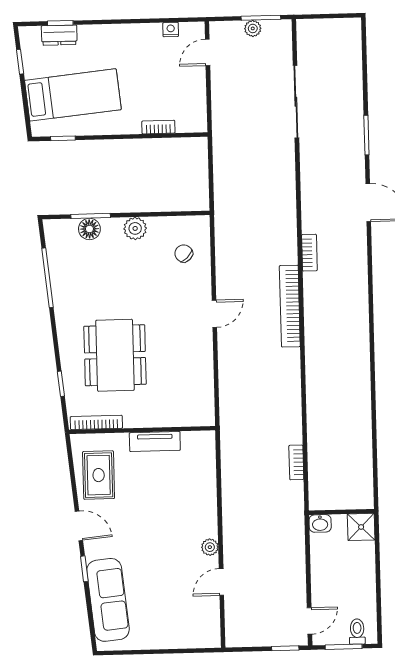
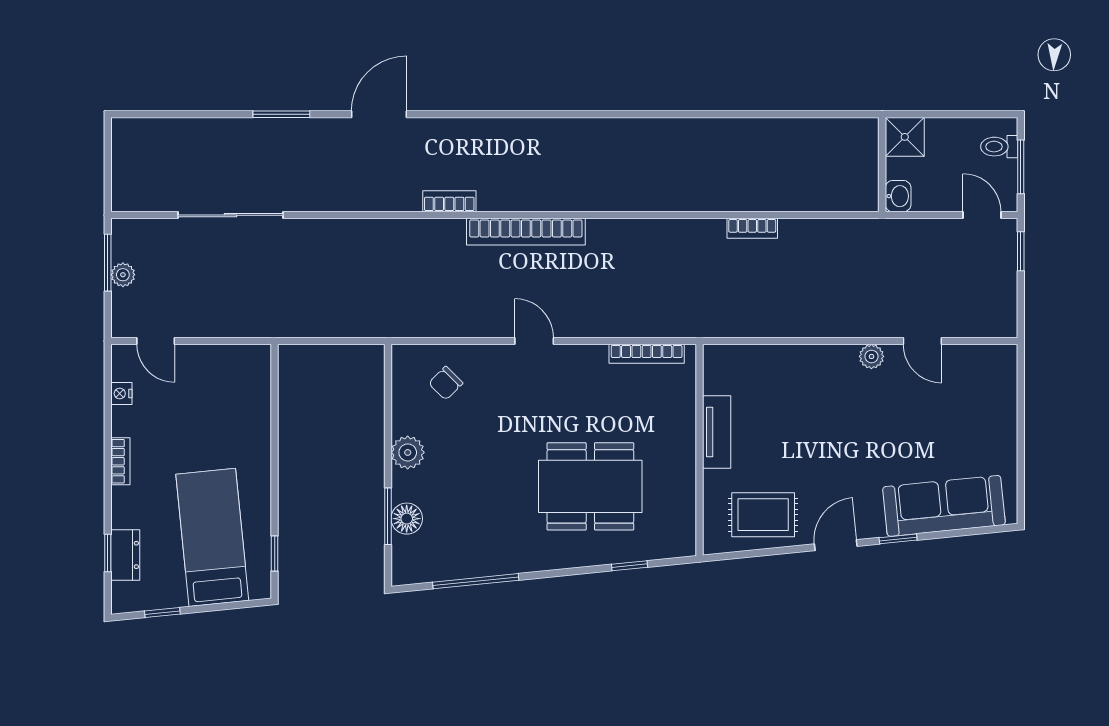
bookcase: (158, 127) -> (120, 461), moved, turned 180
bookcase: (96, 422) -> (647, 354), moved, turned -90
wall: (341, 512) -> (882, 165), moved
washbasin: (320, 523) -> (898, 196), moved
shower: (361, 527) -> (905, 137), moved

